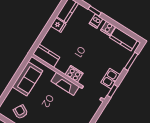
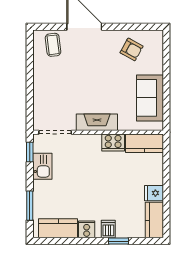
cooker: (74, 74) -> (113, 142), moved

